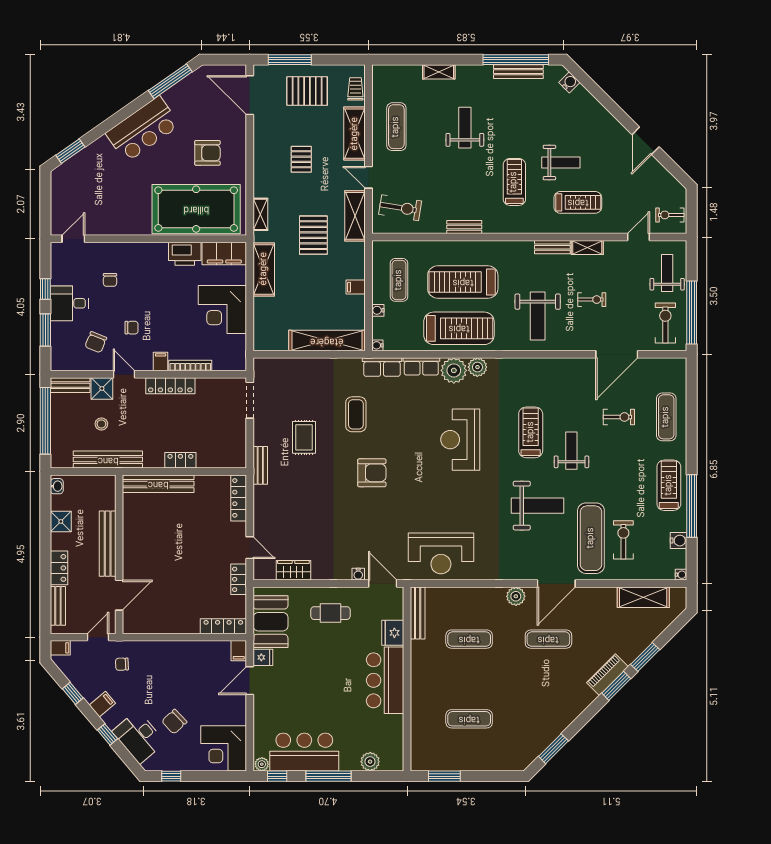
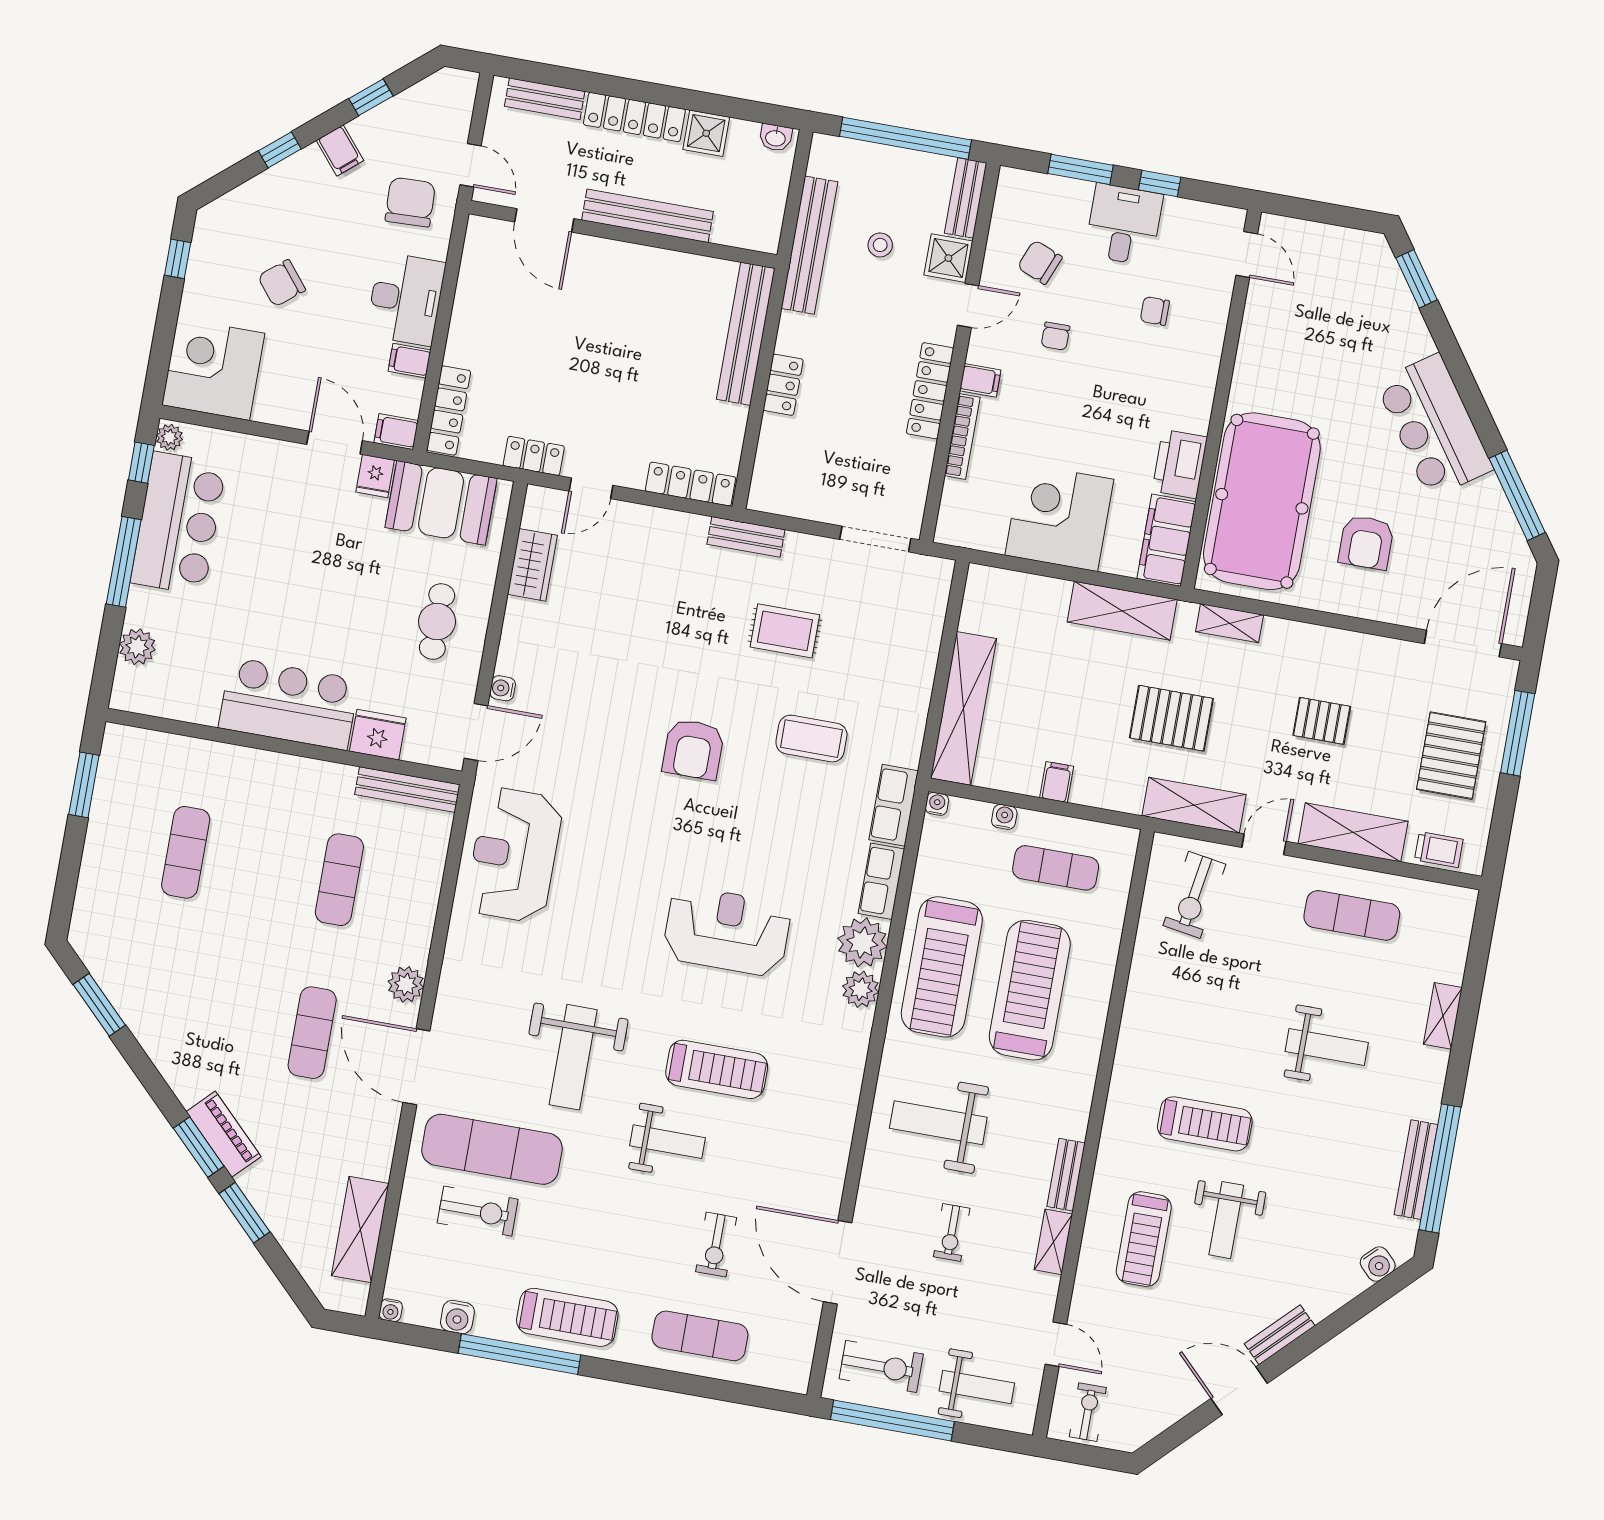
bench: (464, 227) -> (1280, 1335), moved, turned 45
locker: (59, 568) -> (634, 117), width x1.53
filing cabinet: (60, 648) -> (410, 361), moved, turned 90
chair: (122, 664) -> (410, 202), width x1.87, depth x1.87
chair: (174, 722) -> (282, 283), turned -86
desk: (139, 737) -> (406, 299), moved, turned 130

